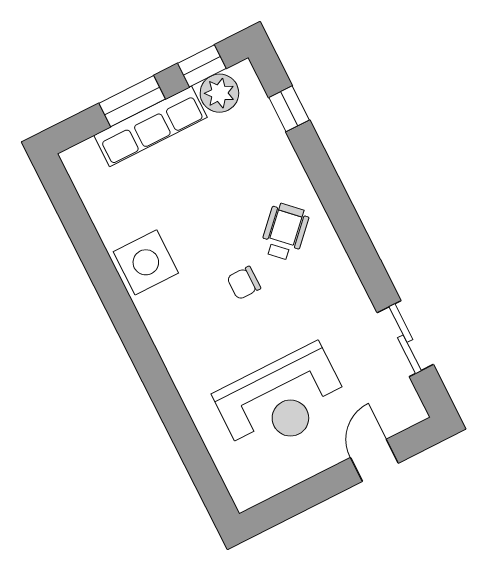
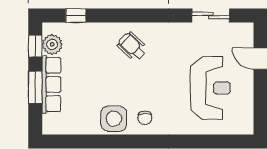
chair: (244, 283) -> (145, 118), moved

